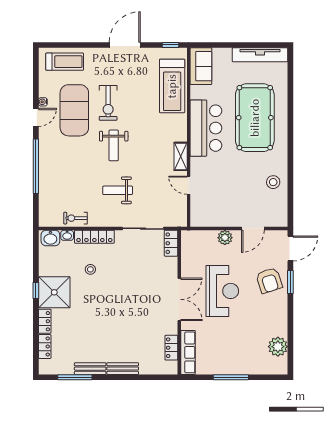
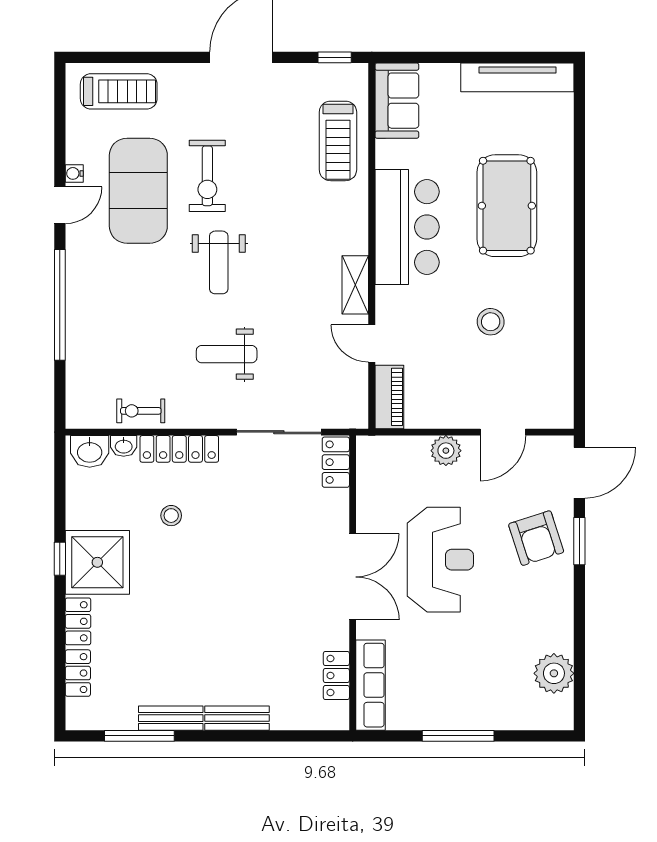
treadmill: (172, 86) -> (338, 141), width x0.73, depth x0.73
pool table: (255, 118) -> (507, 206), width x0.73, depth x0.76
stool: (273, 182) -> (491, 322), moved
piano: (197, 211) -> (389, 397), added

